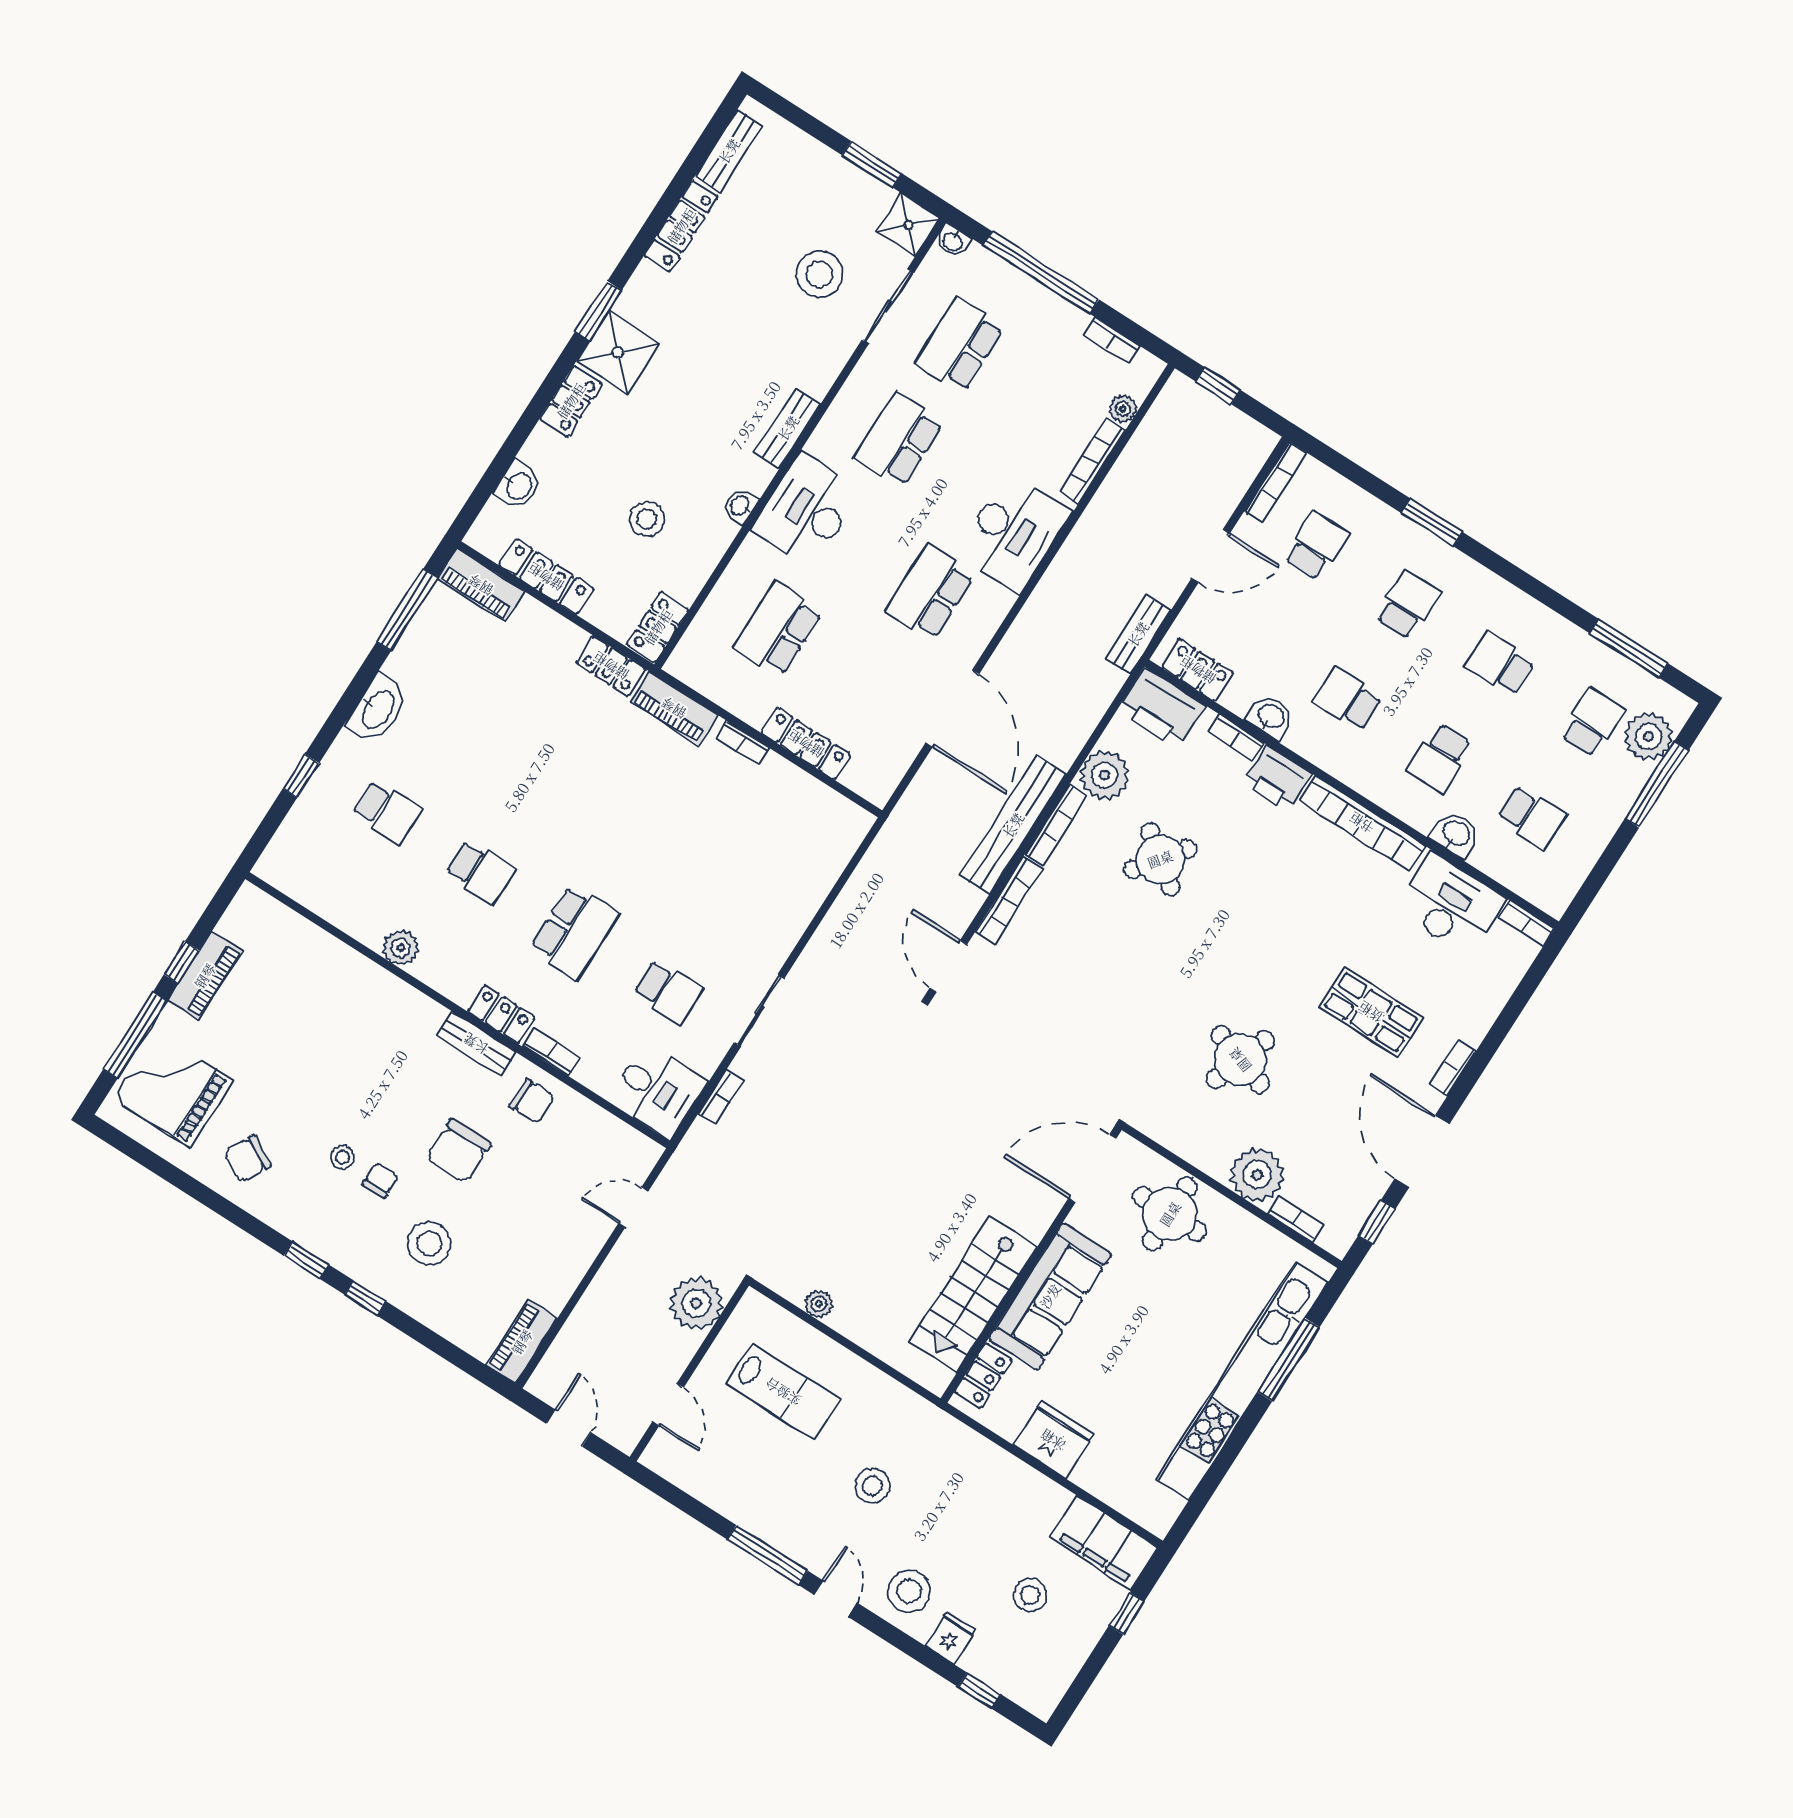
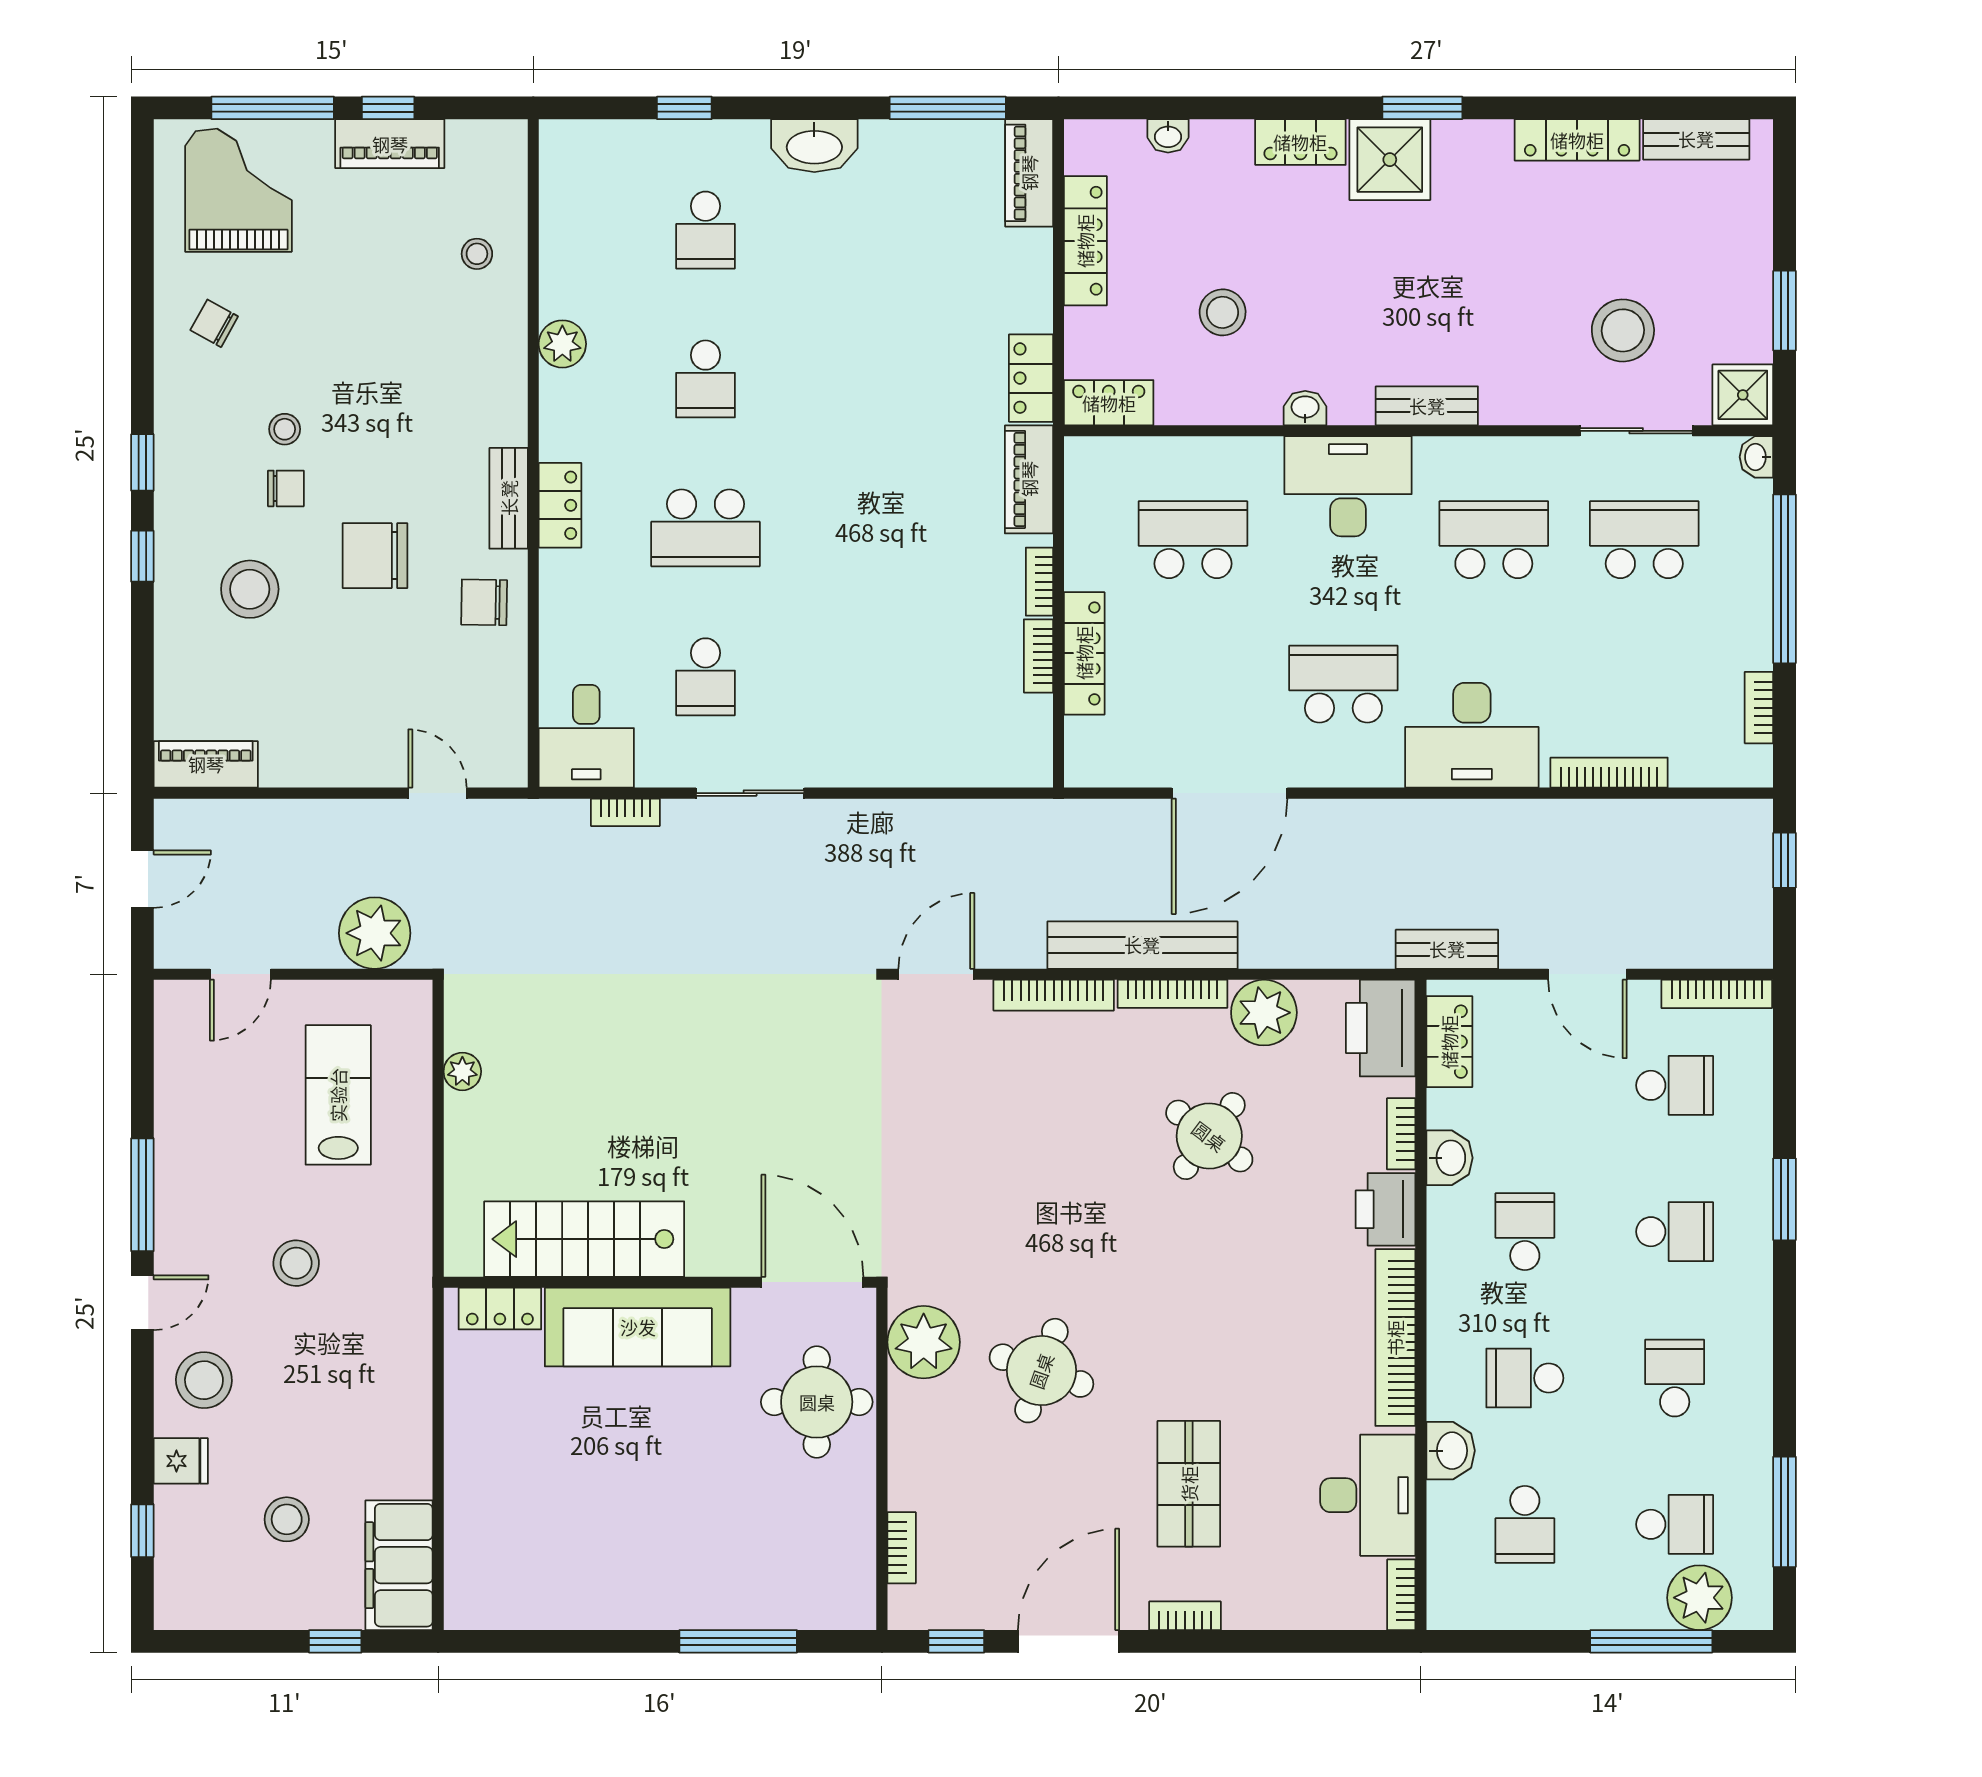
plant: (1123, 409) -> (1690, 769), removed
washbasin: (518, 485) -> (1168, 136), width x0.72, depth x0.69
stool: (309, 965) -> (477, 254), added
bookcase: (551, 1052) -> (1038, 656), moved, turned 180
chair: (532, 1101) -> (484, 602), turned 91
chair: (247, 1159) -> (214, 323), width x0.73, depth x0.73
plant: (1257, 1175) -> (924, 1342), moved
kitchen unit: (1242, 1381) -> (681, 1604), removed
lab bench: (783, 1392) -> (338, 1095), turned 180
fridge: (1053, 1440) -> (479, 1434), removed

